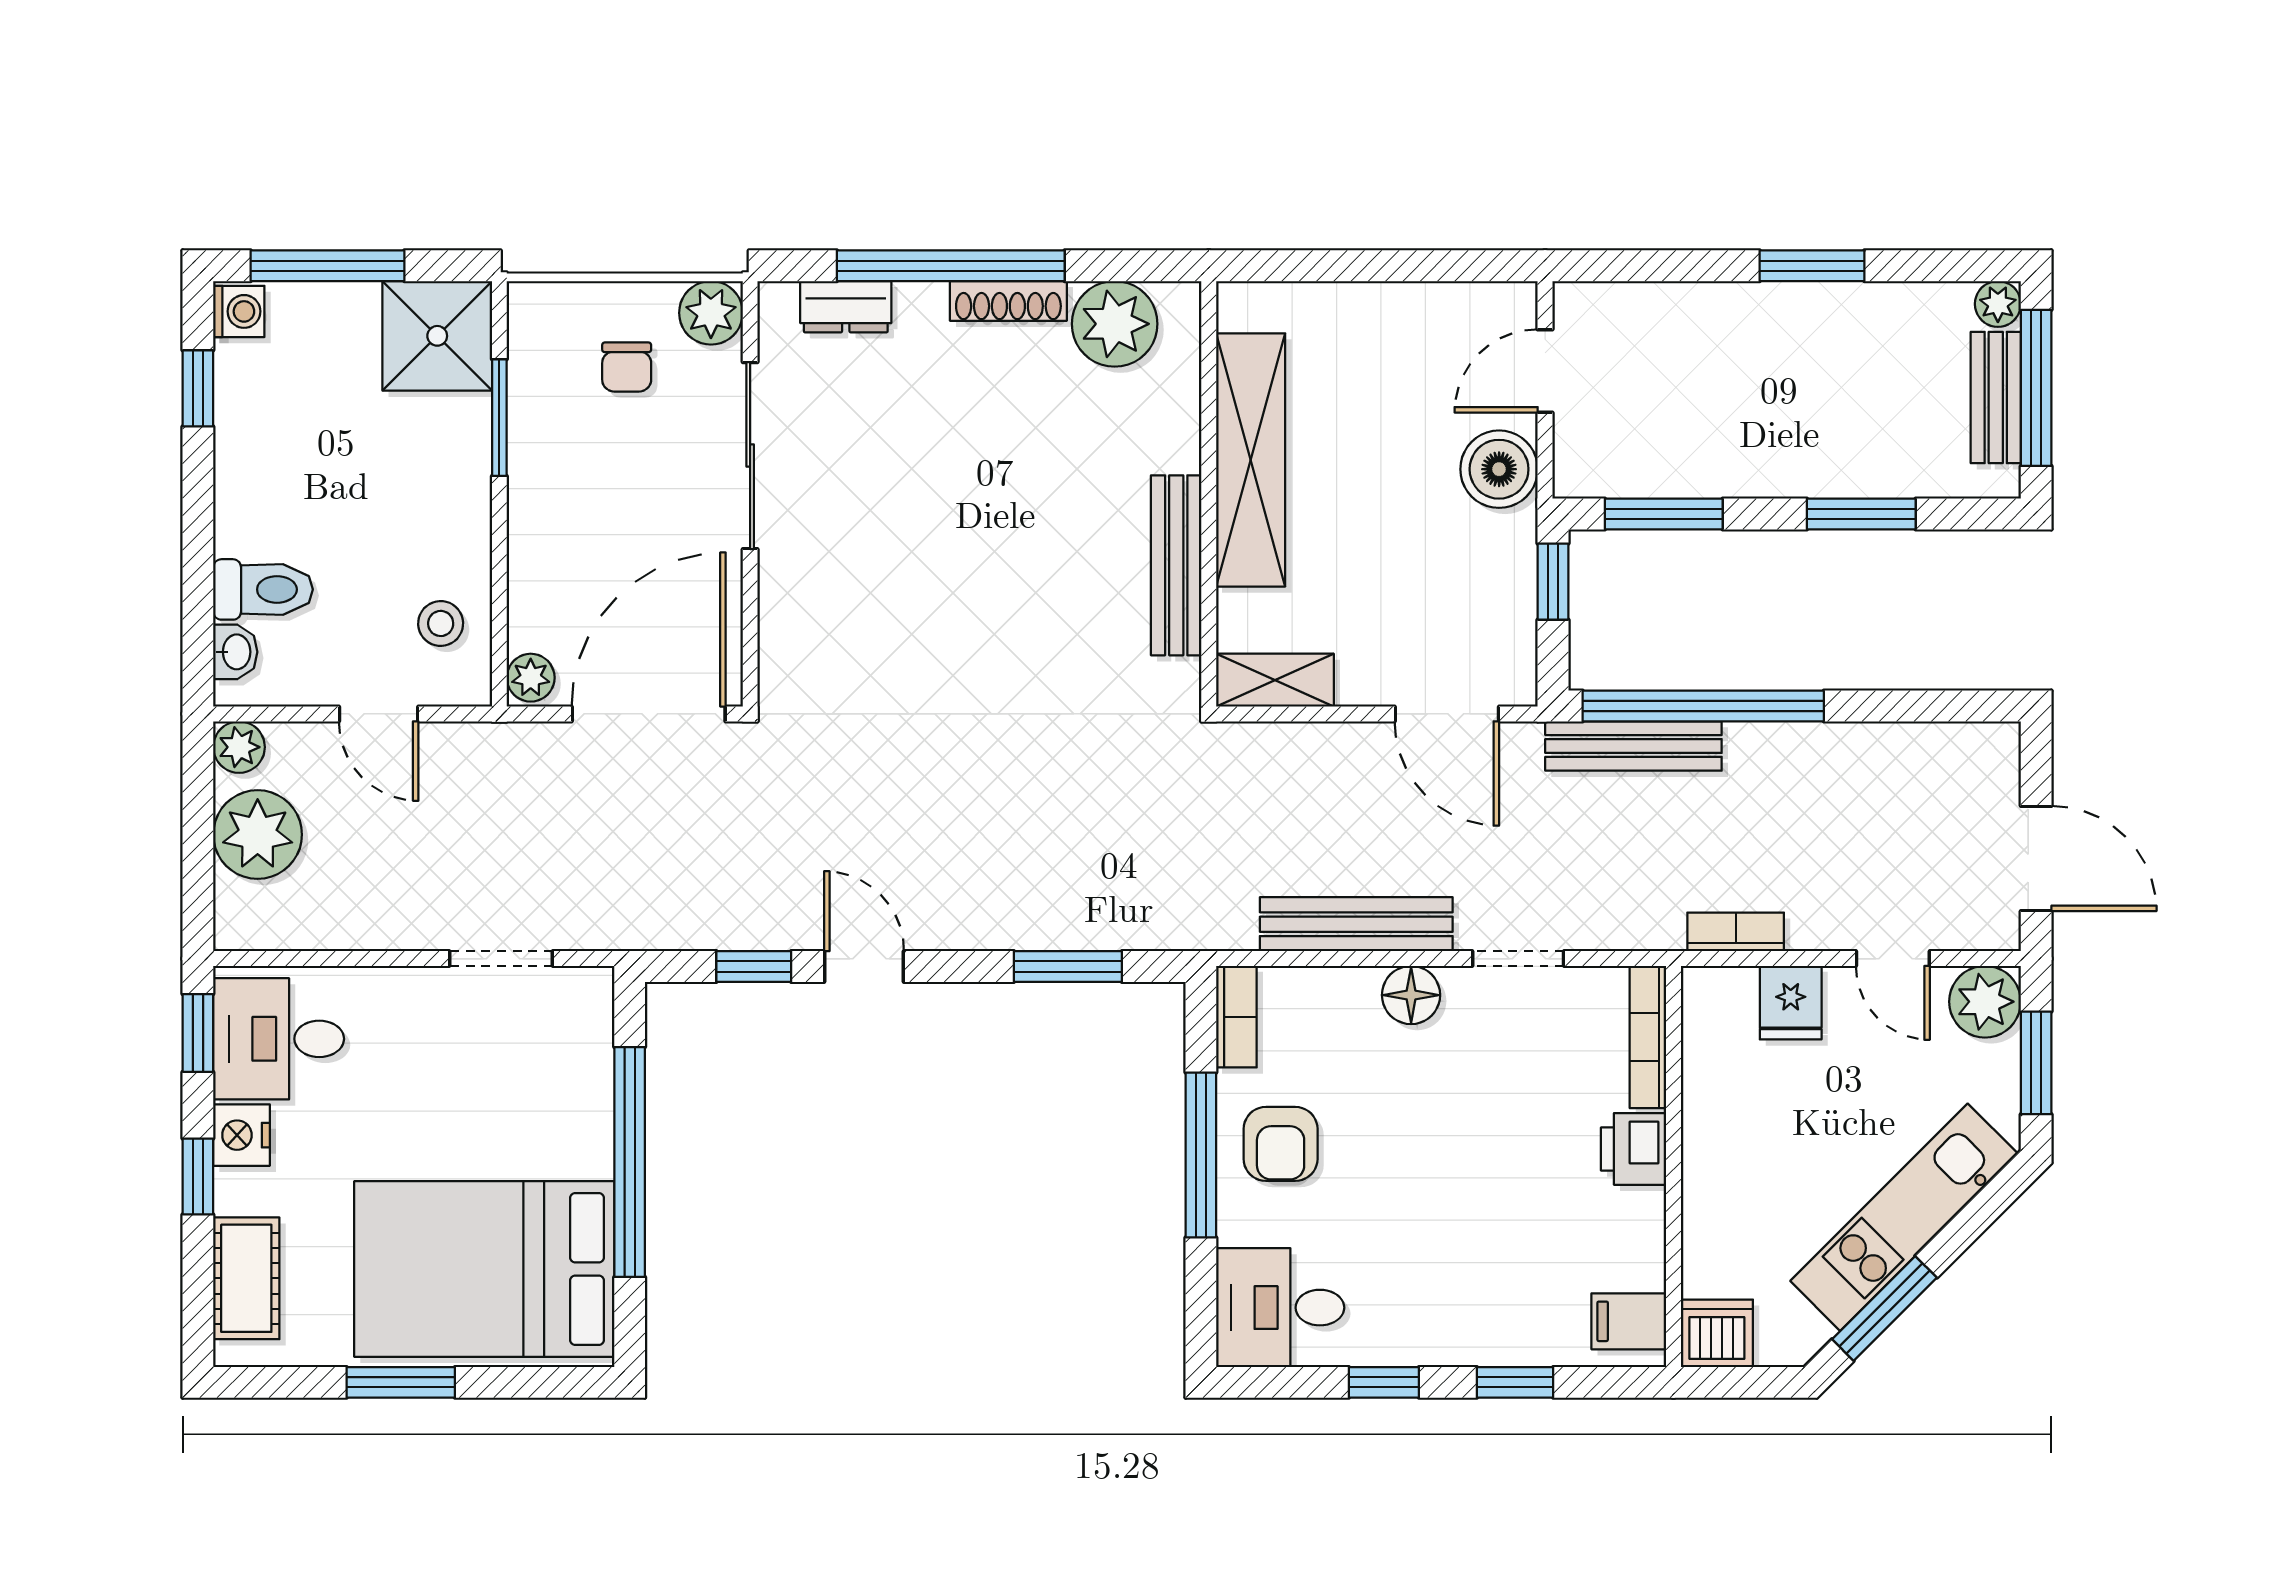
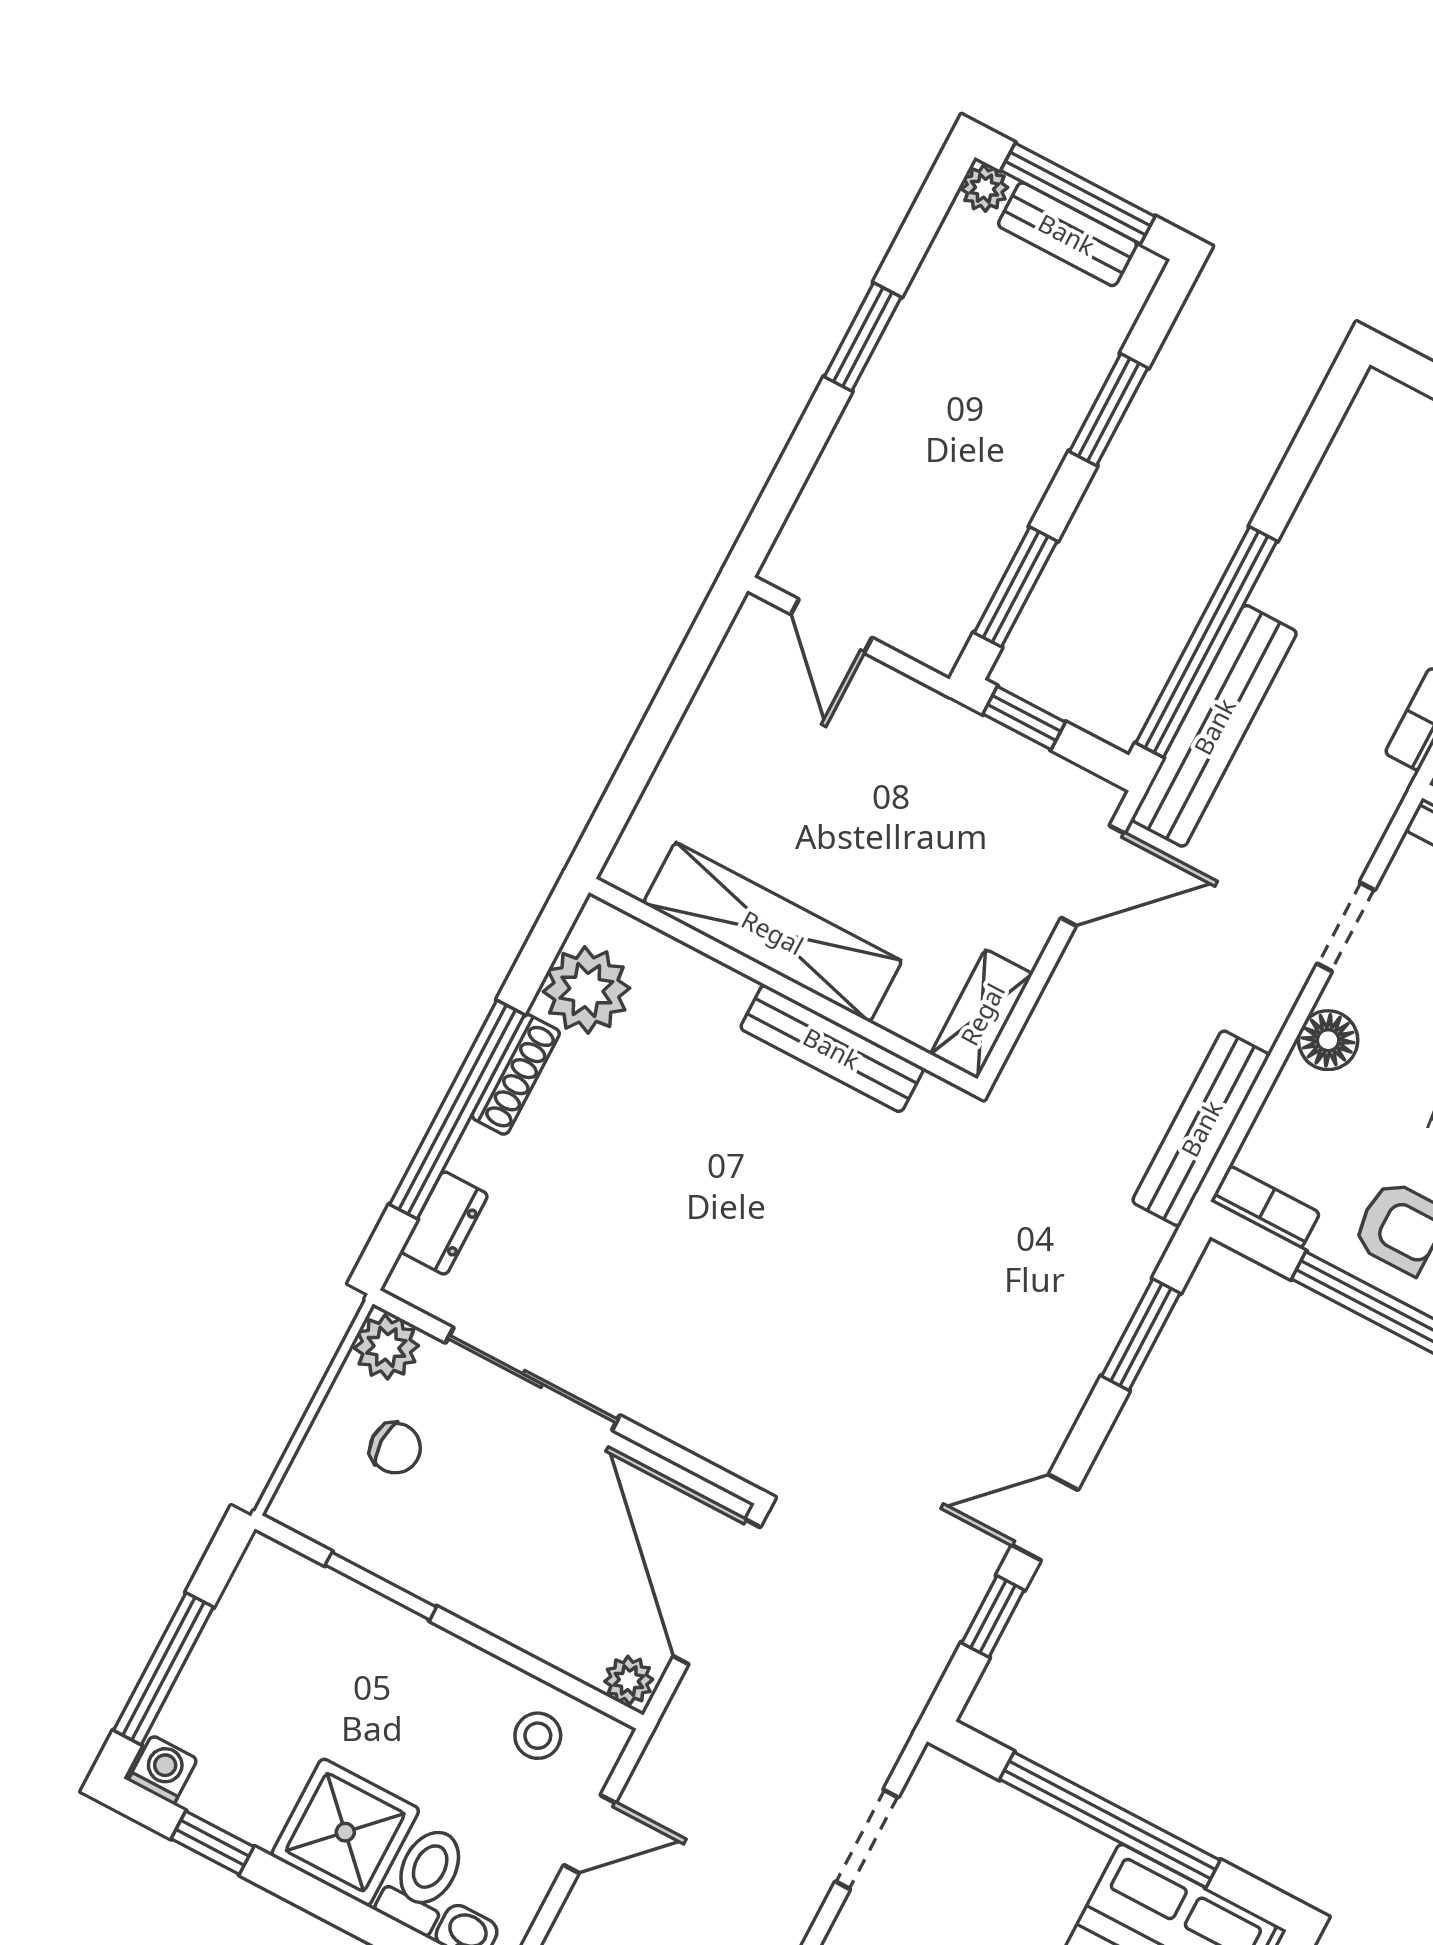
shower: (437, 336) -> (345, 1832), moved
boiler: (1499, 469) -> (898, 714), removed
bench: (1633, 746) -> (1214, 726), width x1.37, depth x1.21
bench: (1356, 924) -> (1201, 1128), moved

